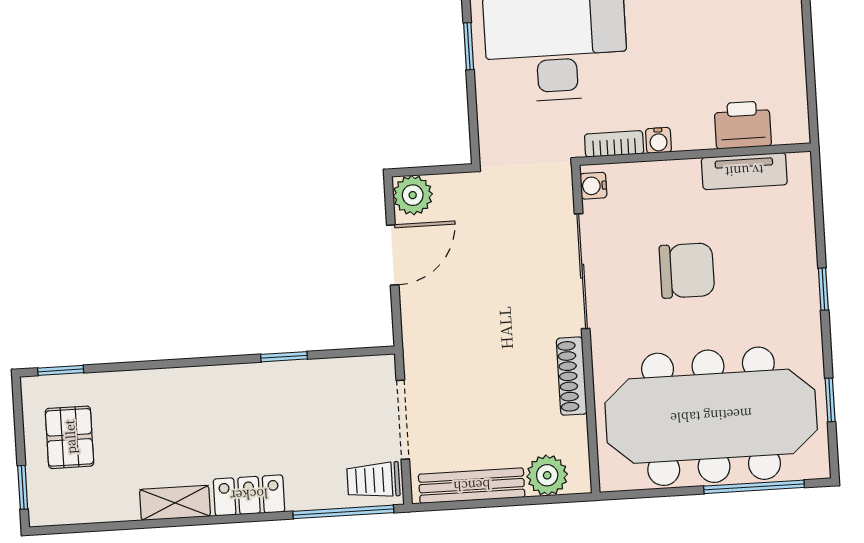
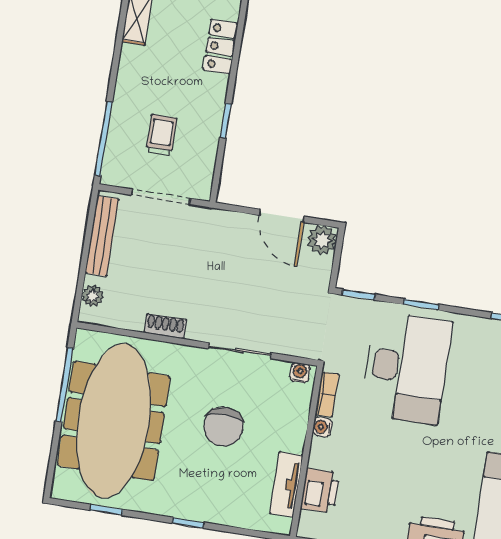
window: (474, 131) -> (359, 295), added
sliding door: (582, 271) -> (240, 351), width x0.73
shoe rack: (572, 376) -> (165, 326), width x0.70
plant: (547, 475) -> (93, 296), width x0.73, depth x0.73
trolley: (373, 480) -> (161, 135), moved
window: (754, 487) -> (65, 385), moved
locker: (249, 495) -> (221, 47), moved, turned 180

